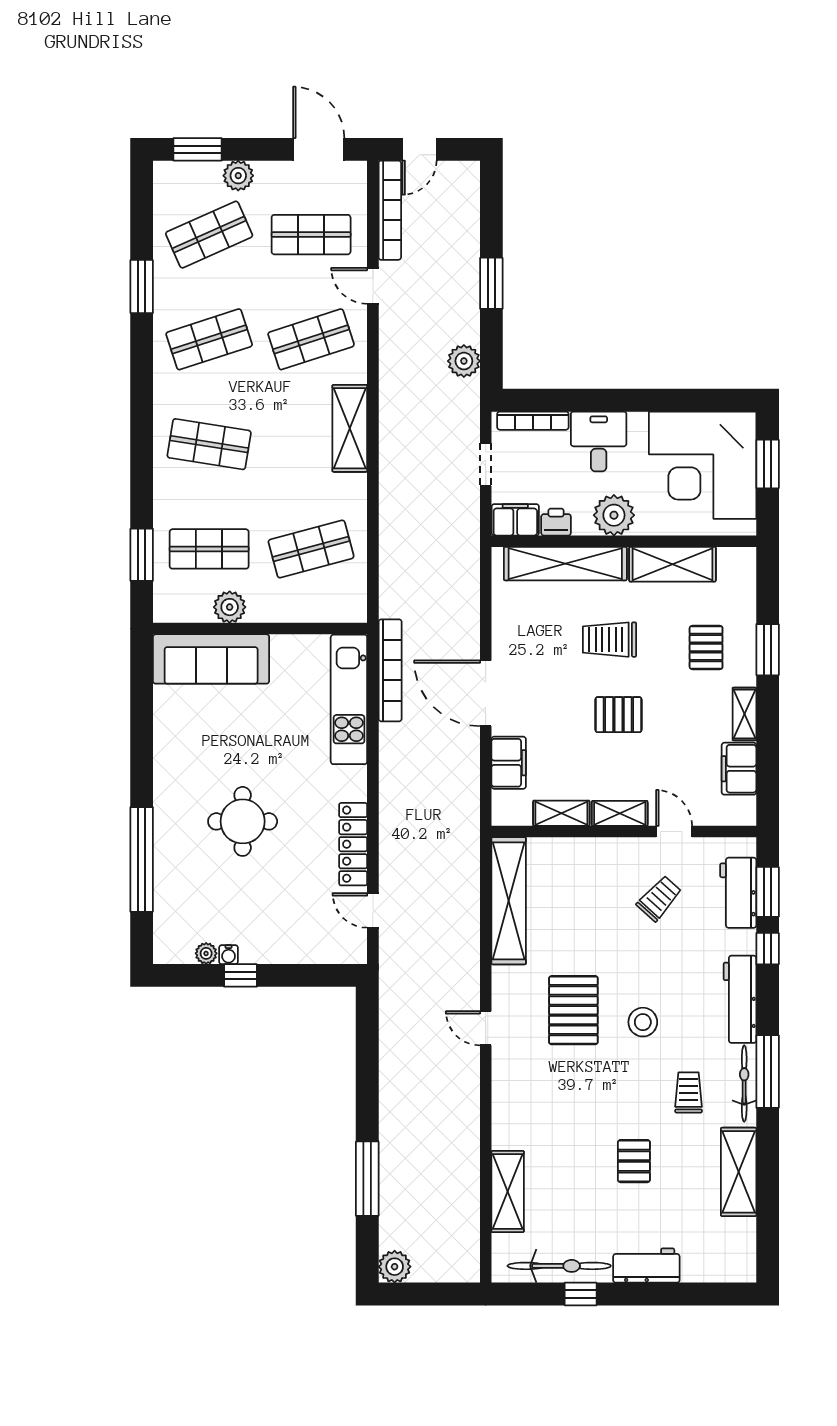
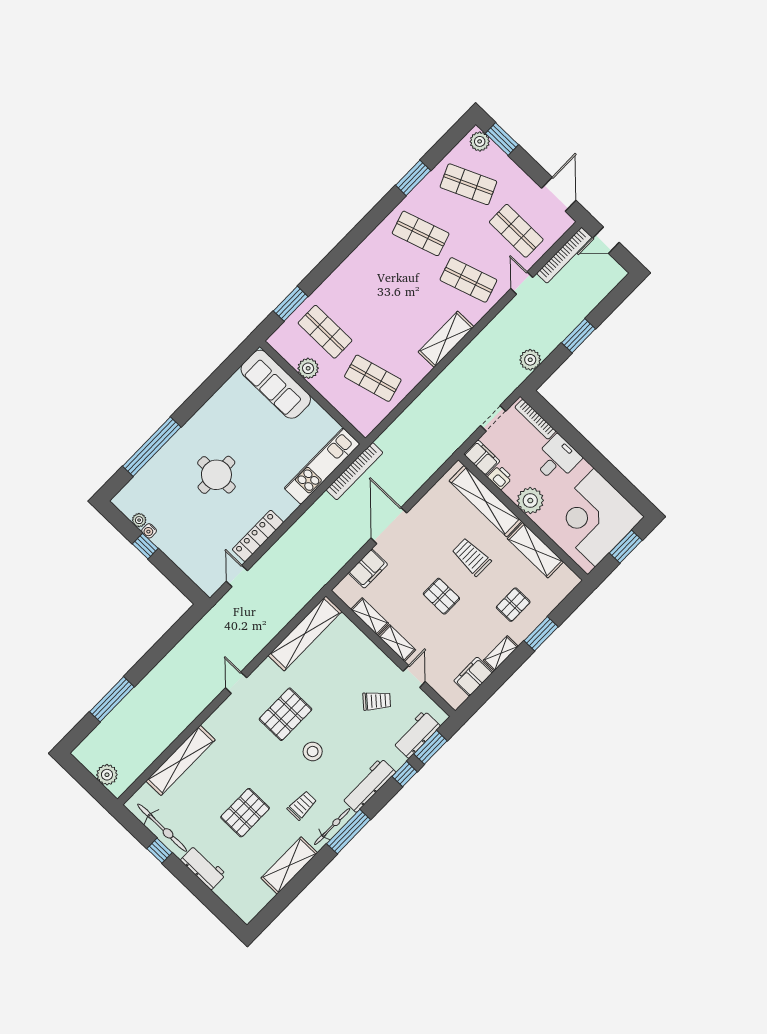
plant: (238, 176) -> (480, 141), moved
shop shelf: (209, 444) -> (373, 283), removed
pallet: (634, 1161) -> (245, 813), width x1.50, depth x1.42
shelving: (508, 1192) -> (181, 760), width x1.47
plant: (395, 1267) -> (107, 775), moved

